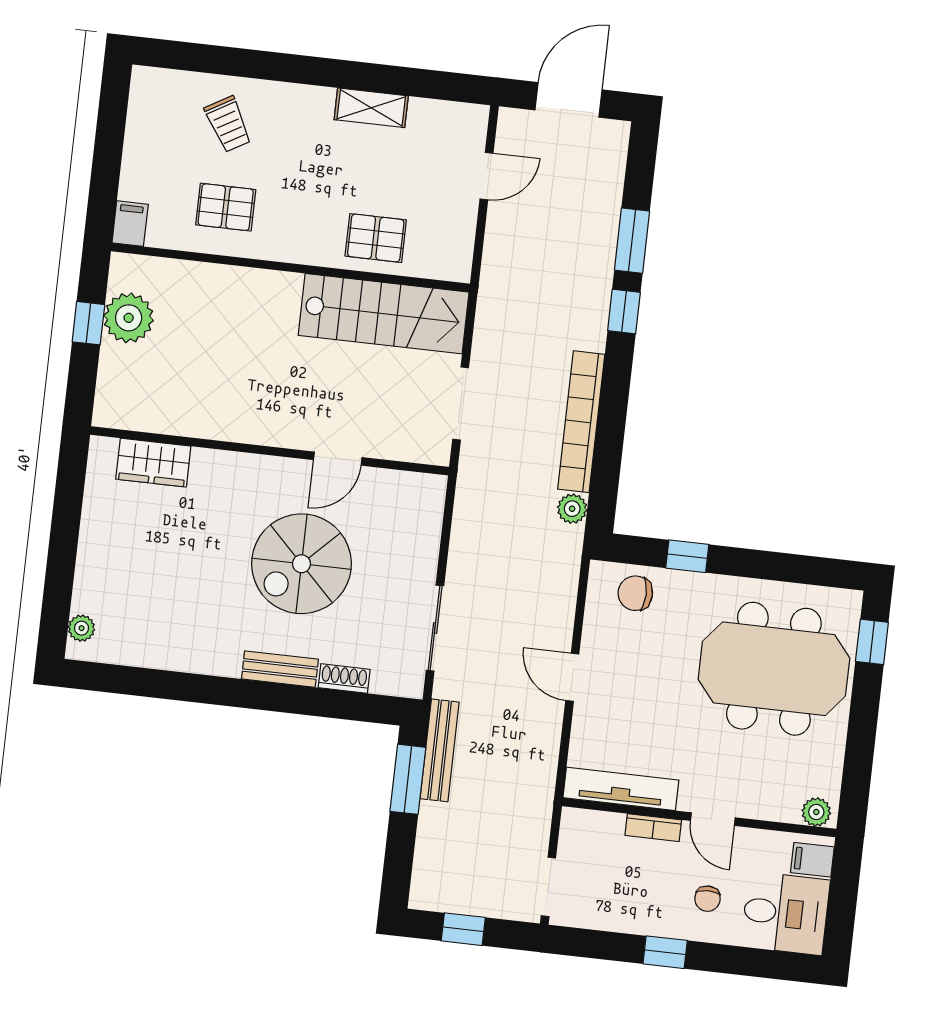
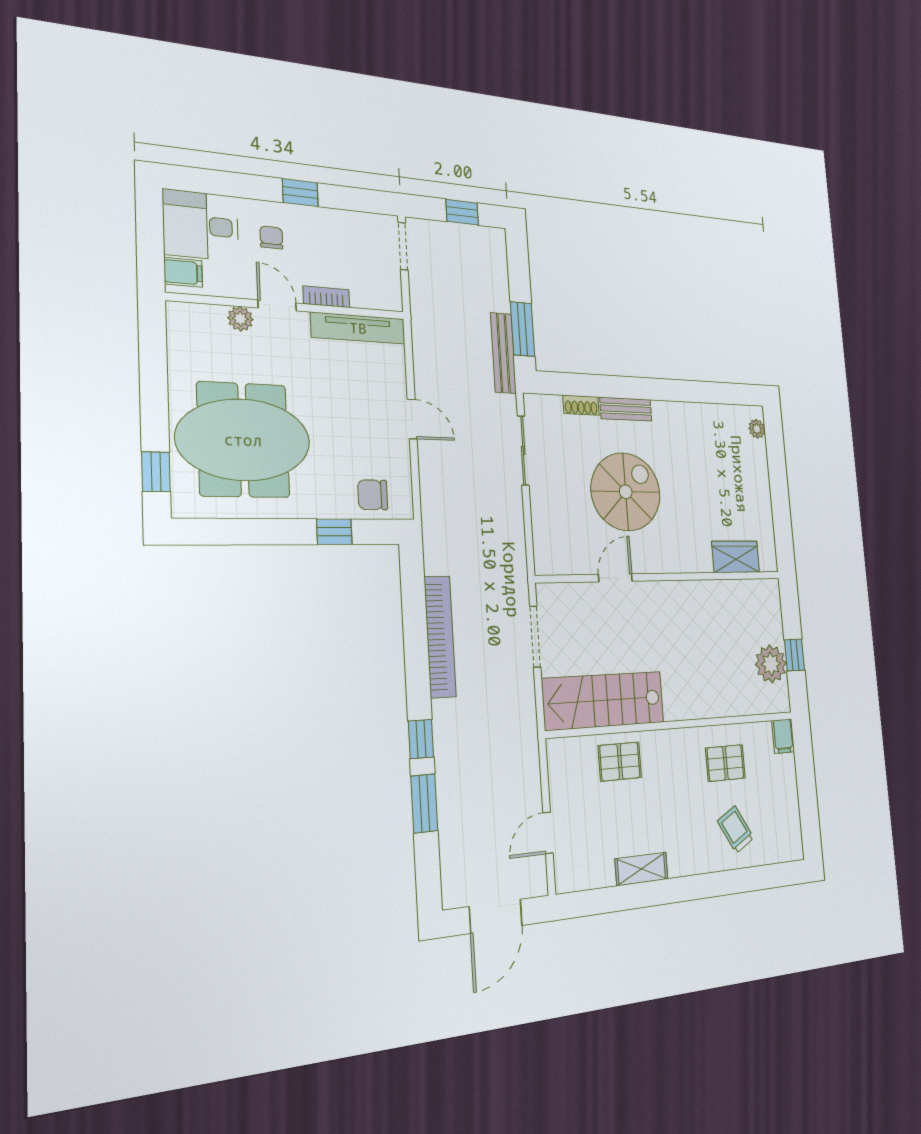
plant: (572, 509) -> (435, 561), removed
chair: (635, 593) -> (373, 495), turned 180
plant: (816, 812) -> (240, 319), moved

